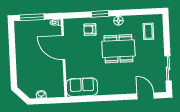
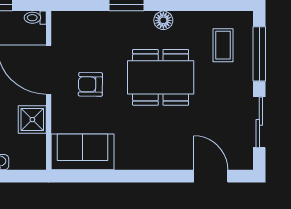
armchair: (90, 30) -> (90, 84), moved
window: (166, 35) -> (259, 54), added
shower: (57, 72) -> (32, 120), added

